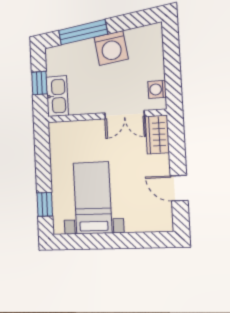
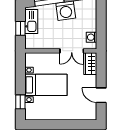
kitchen sink: (57, 96) -> (31, 21), moved
bed with nightstands: (93, 198) -> (46, 85), moved, turned 90

